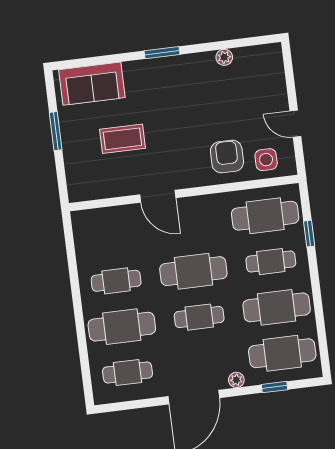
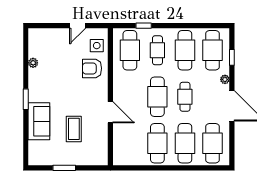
sofa: (92, 84) -> (39, 121), moved
door: (158, 196) -> (110, 112), hinge flipped
cafe table: (116, 281) -> (157, 143), width x1.37, depth x1.35
cafe table: (127, 373) -> (212, 143), width x1.37, depth x1.35

